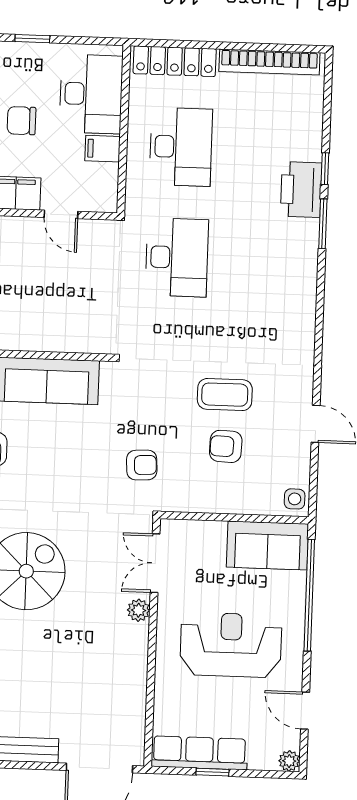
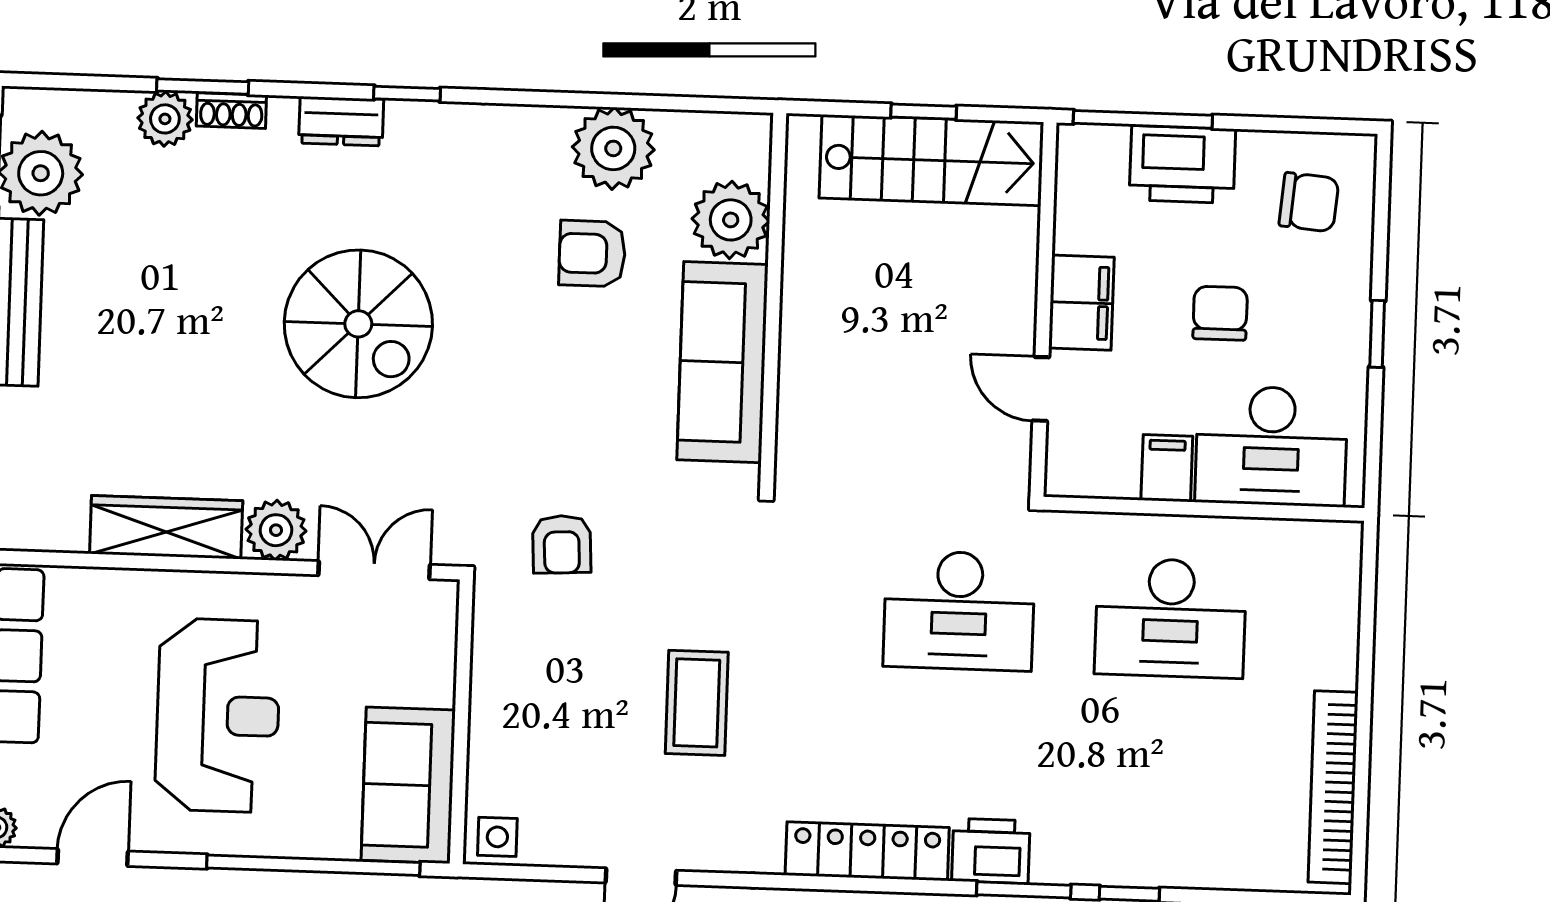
locker: (175, 61) -> (867, 851), moved, turned 90
printer: (301, 190) -> (991, 851), moved, width x0.73, depth x0.84
door: (61, 214) -> (1041, 389), hinge flipped
armchair: (226, 446) -> (598, 705), removed
plant: (139, 610) -> (276, 530), width x1.38, depth x1.38
wardrobe: (132, 672) -> (166, 527), added

